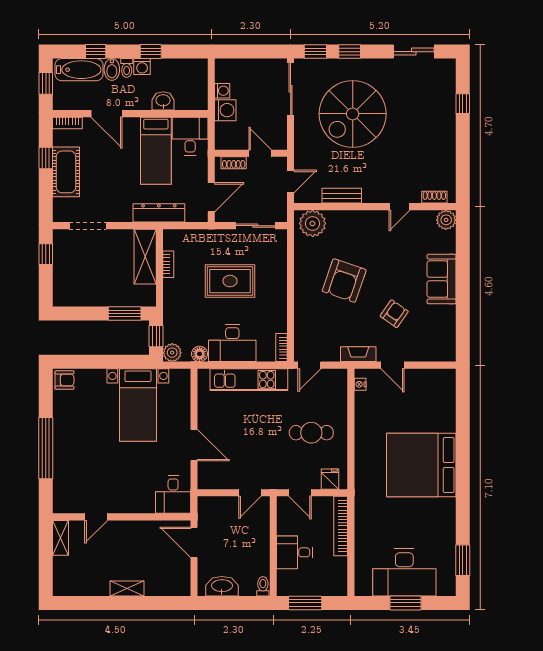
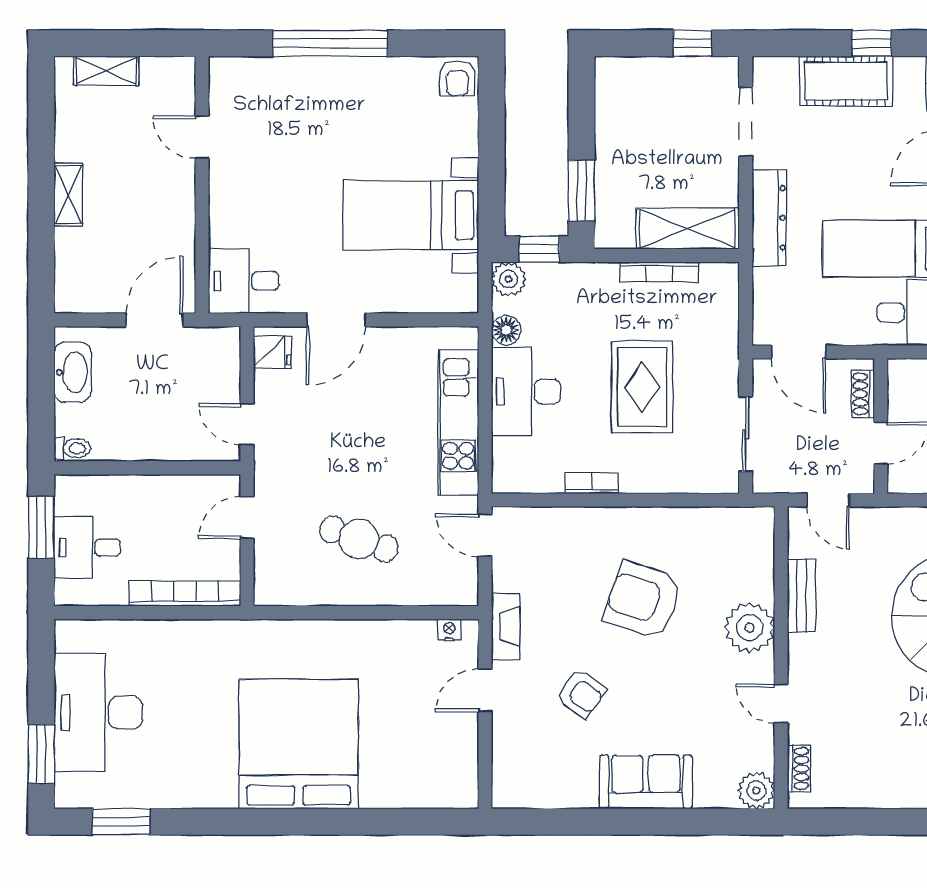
dresser: (159, 213) -> (769, 218), moved
plant: (313, 223) -> (750, 628), moved
bookcase: (168, 264) -> (659, 272), width x1.56
bookcase: (281, 348) -> (592, 483), moved
cafe table: (311, 433) -> (359, 539), turned -70
fridge: (330, 479) -> (272, 352), moved
shelving: (61, 538) -> (106, 71), moved
desk: (295, 552) -> (87, 547), moved, turned -90
window: (406, 603) -> (41, 754), moved

